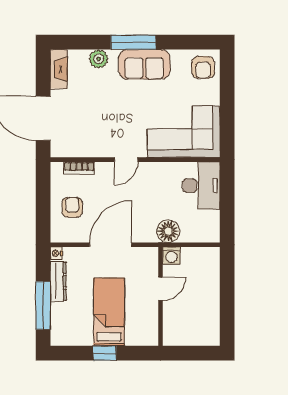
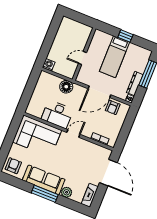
sofa: (144, 64) -> (44, 180), width x1.36
desk: (201, 186) -> (57, 114), moved, turned -90
armchair: (72, 207) -> (113, 107), moved
washing machine: (171, 256) -> (49, 65), moved

